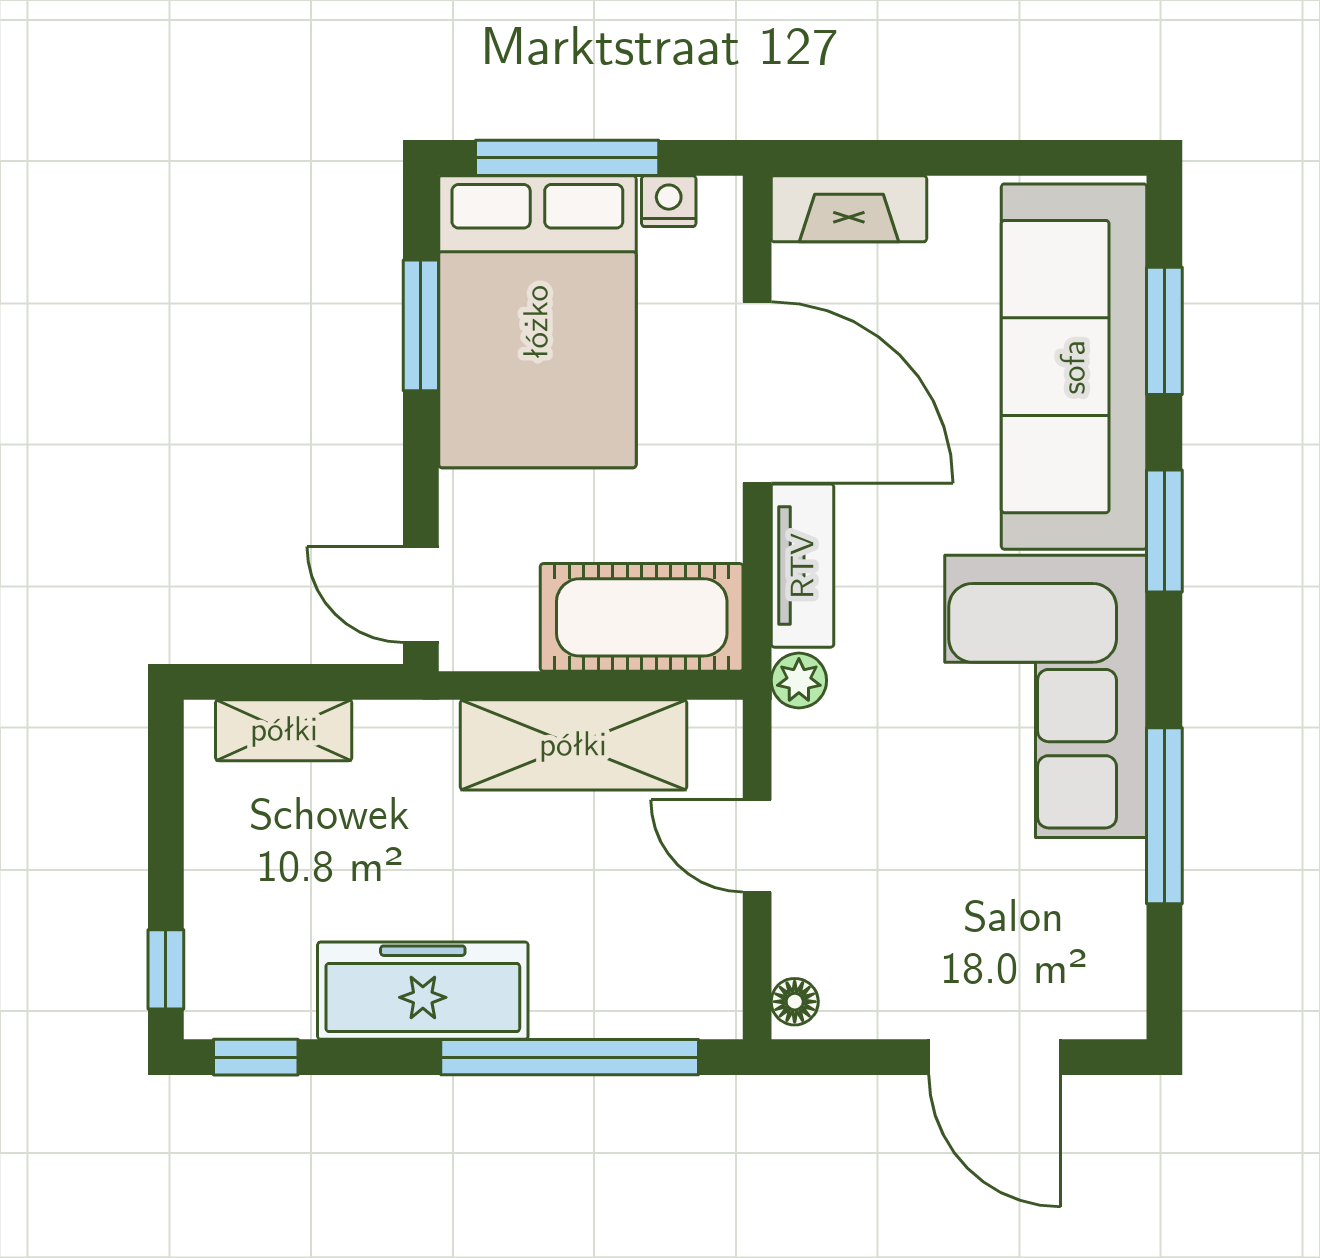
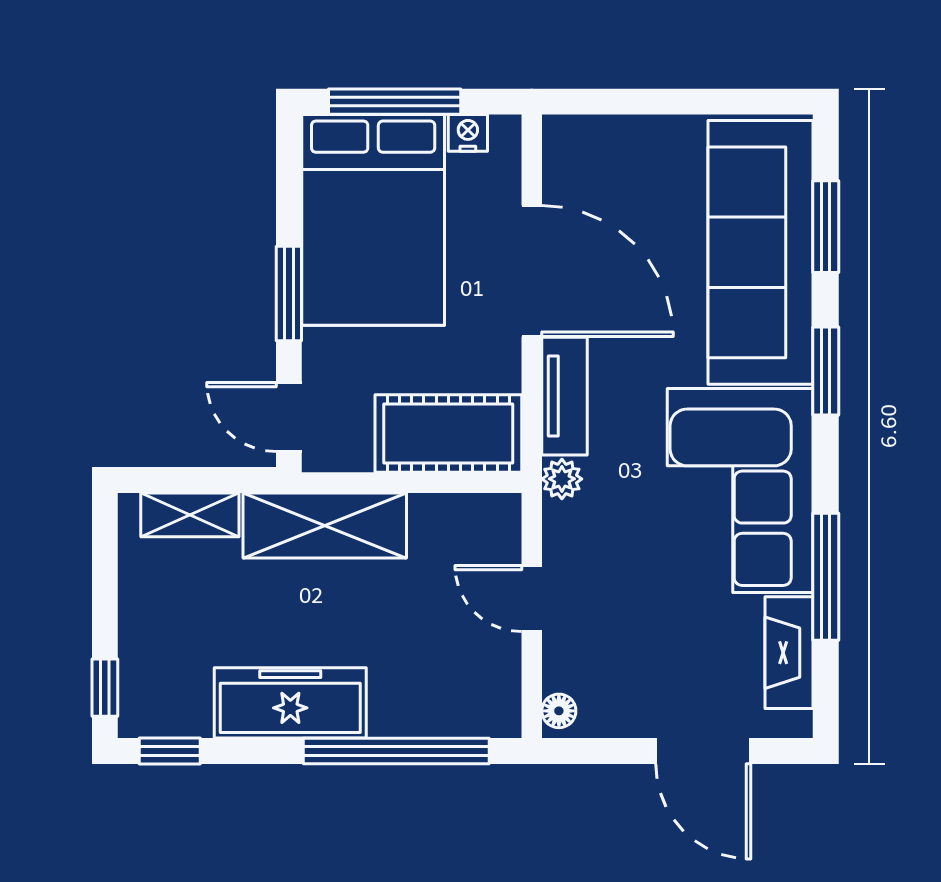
fireplace: (849, 209) -> (789, 653), moved, turned 90
window: (421, 325) -> (289, 293), moved
shelving: (573, 745) -> (325, 525), moved

